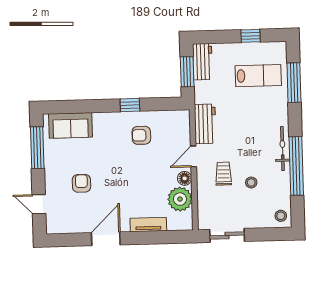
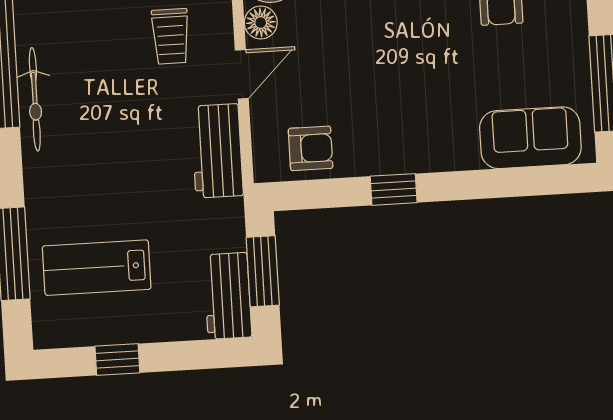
armchair: (141, 135) -> (311, 148), moved
stool: (251, 182) -> (105, 18), removed

